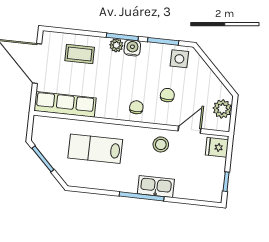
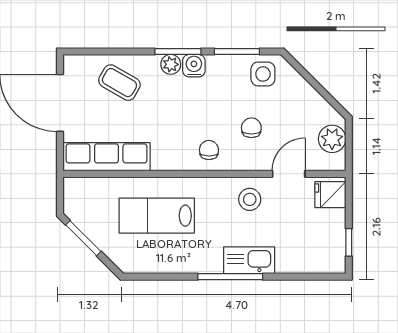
coffee table: (80, 54) -> (119, 83), turned 30

